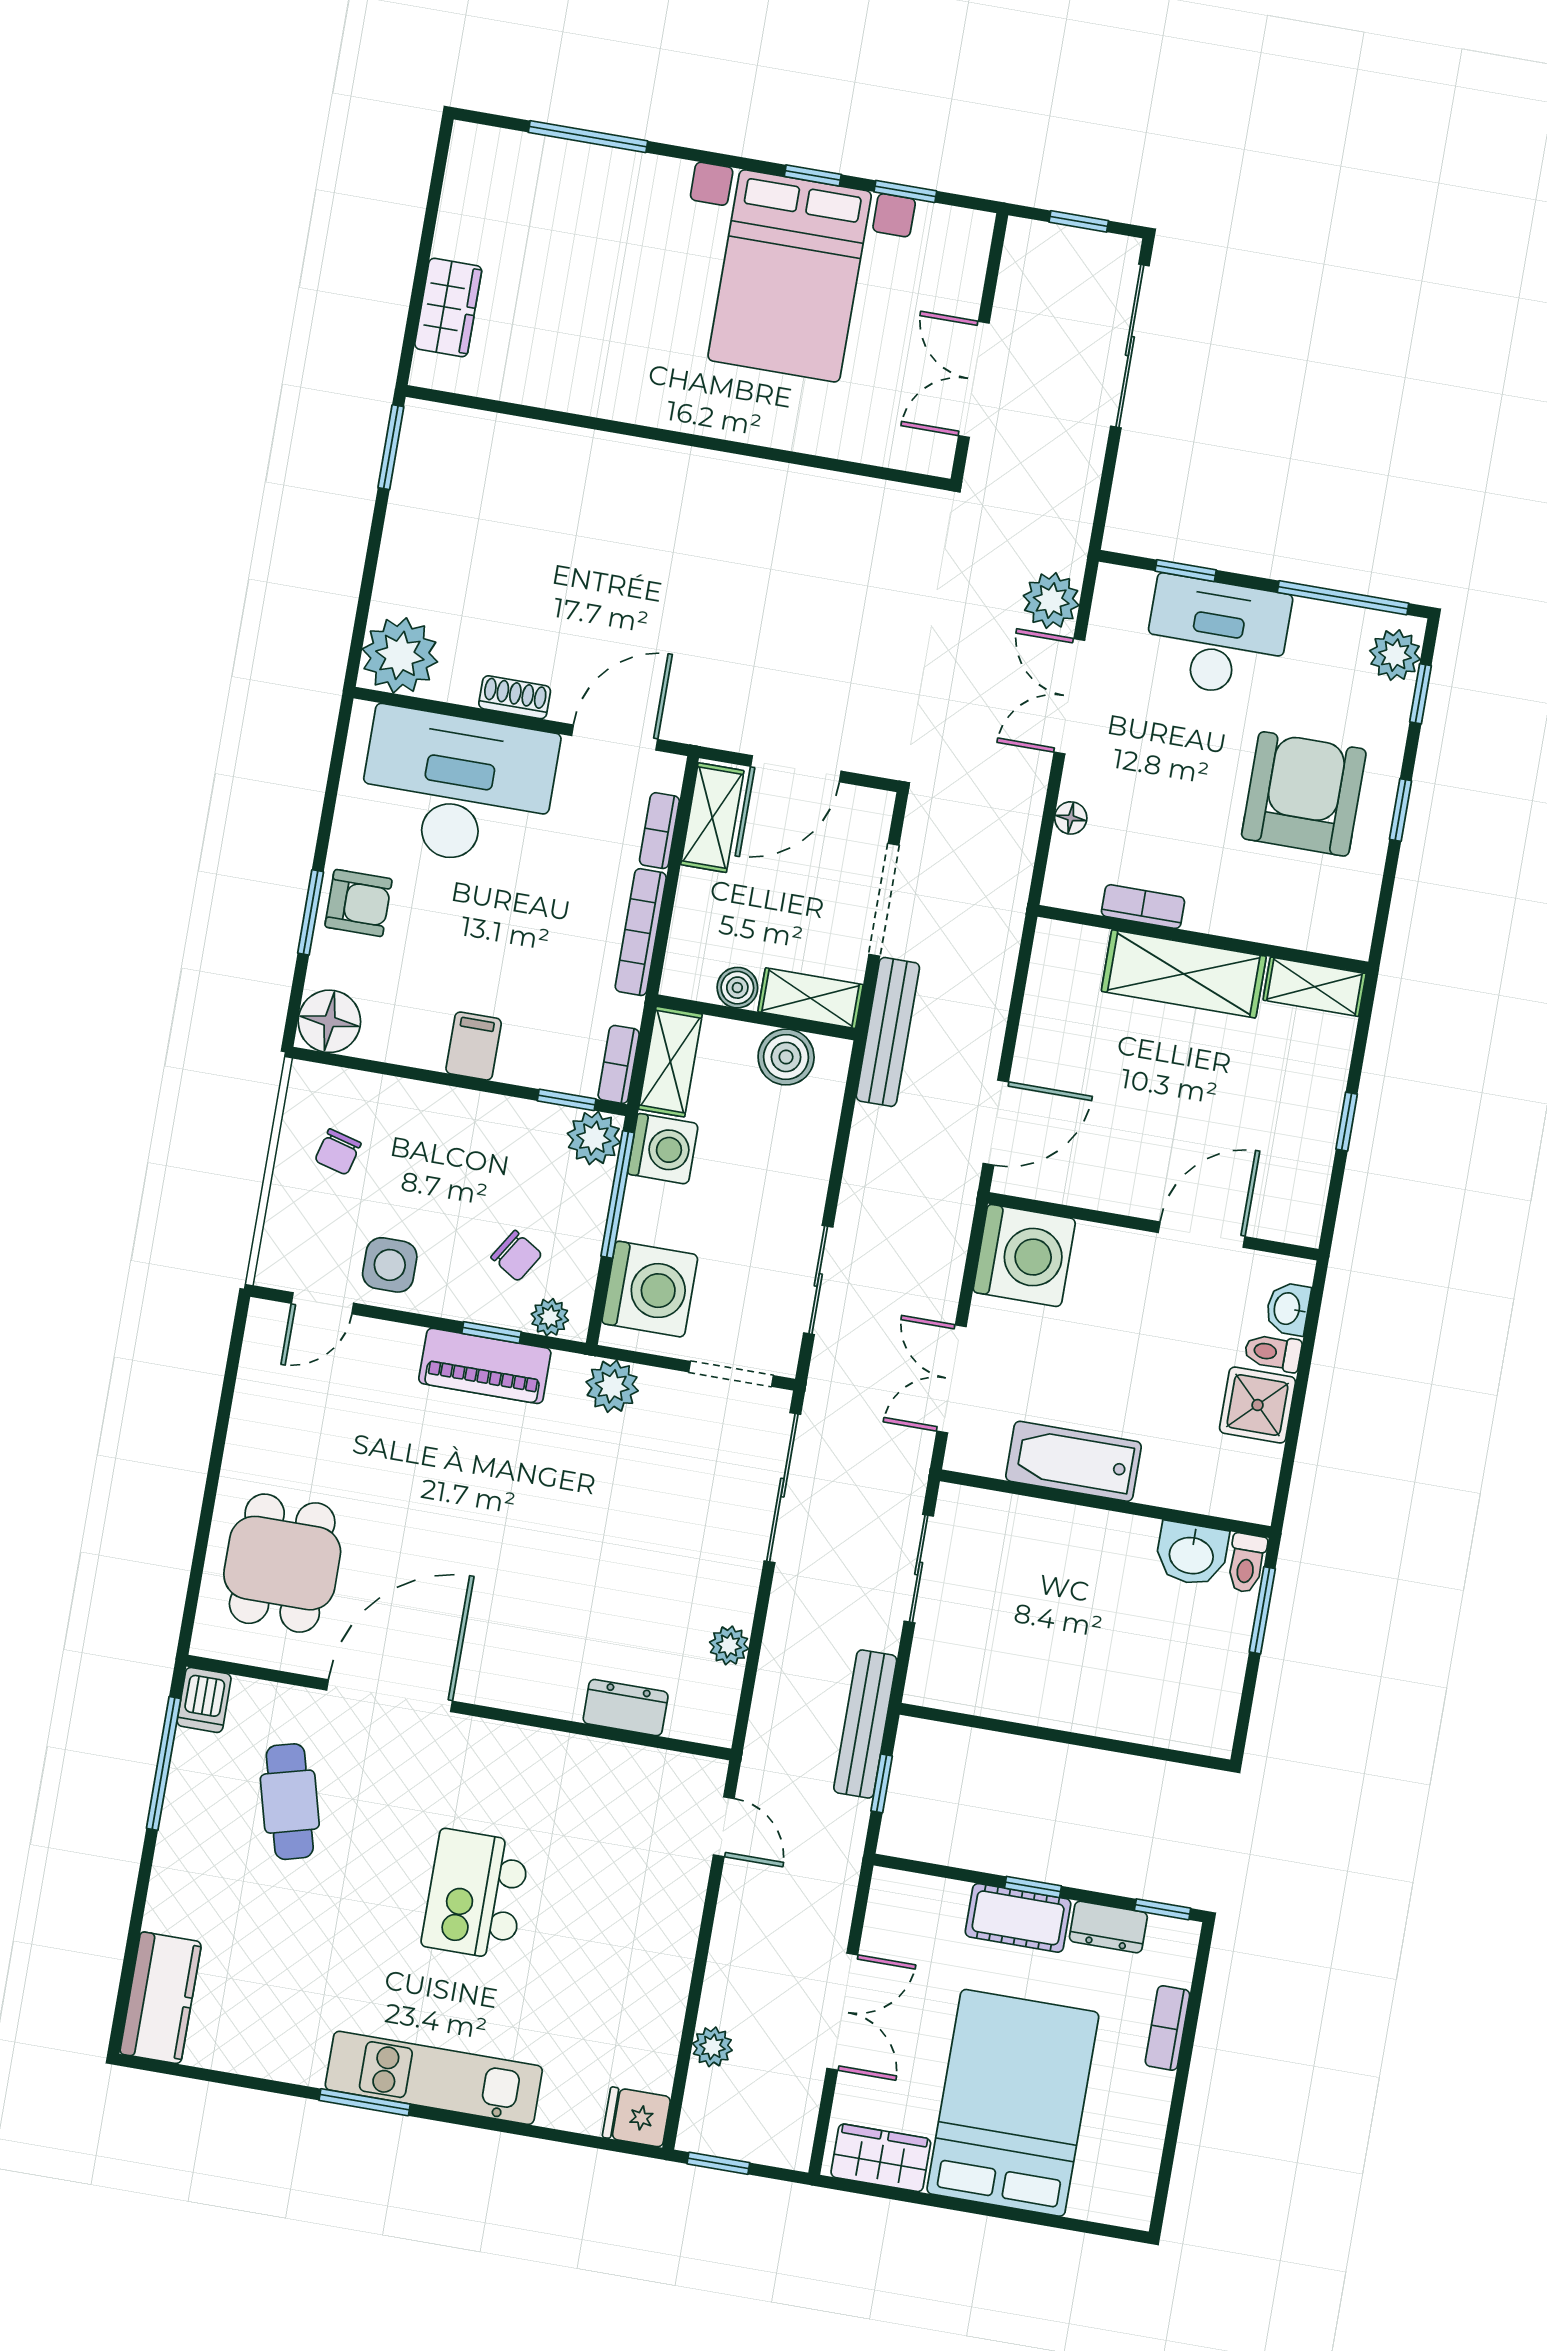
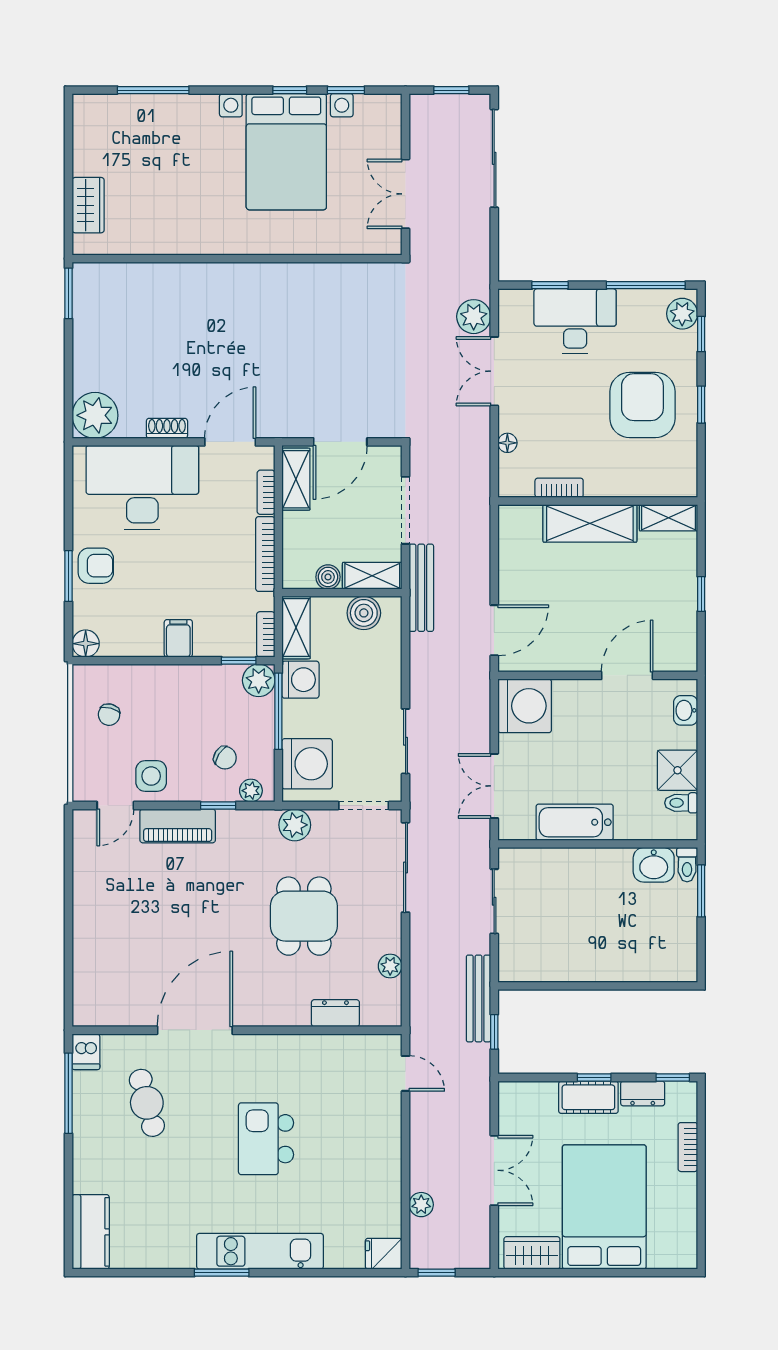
floor lamp: (329, 1021) -> (86, 644), width x0.73, depth x0.73
toilet: (1273, 1352) -> (681, 803), moved
piano: (485, 1366) -> (178, 826), moved
dining table: (282, 1563) -> (304, 916), moved

